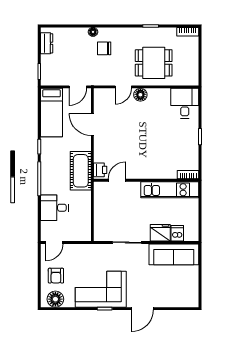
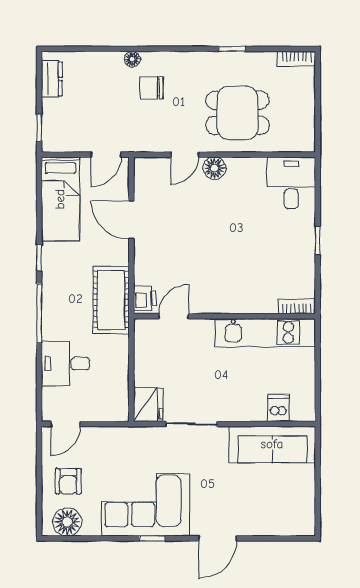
fridge: (160, 233) -> (148, 405), moved, turned 90

